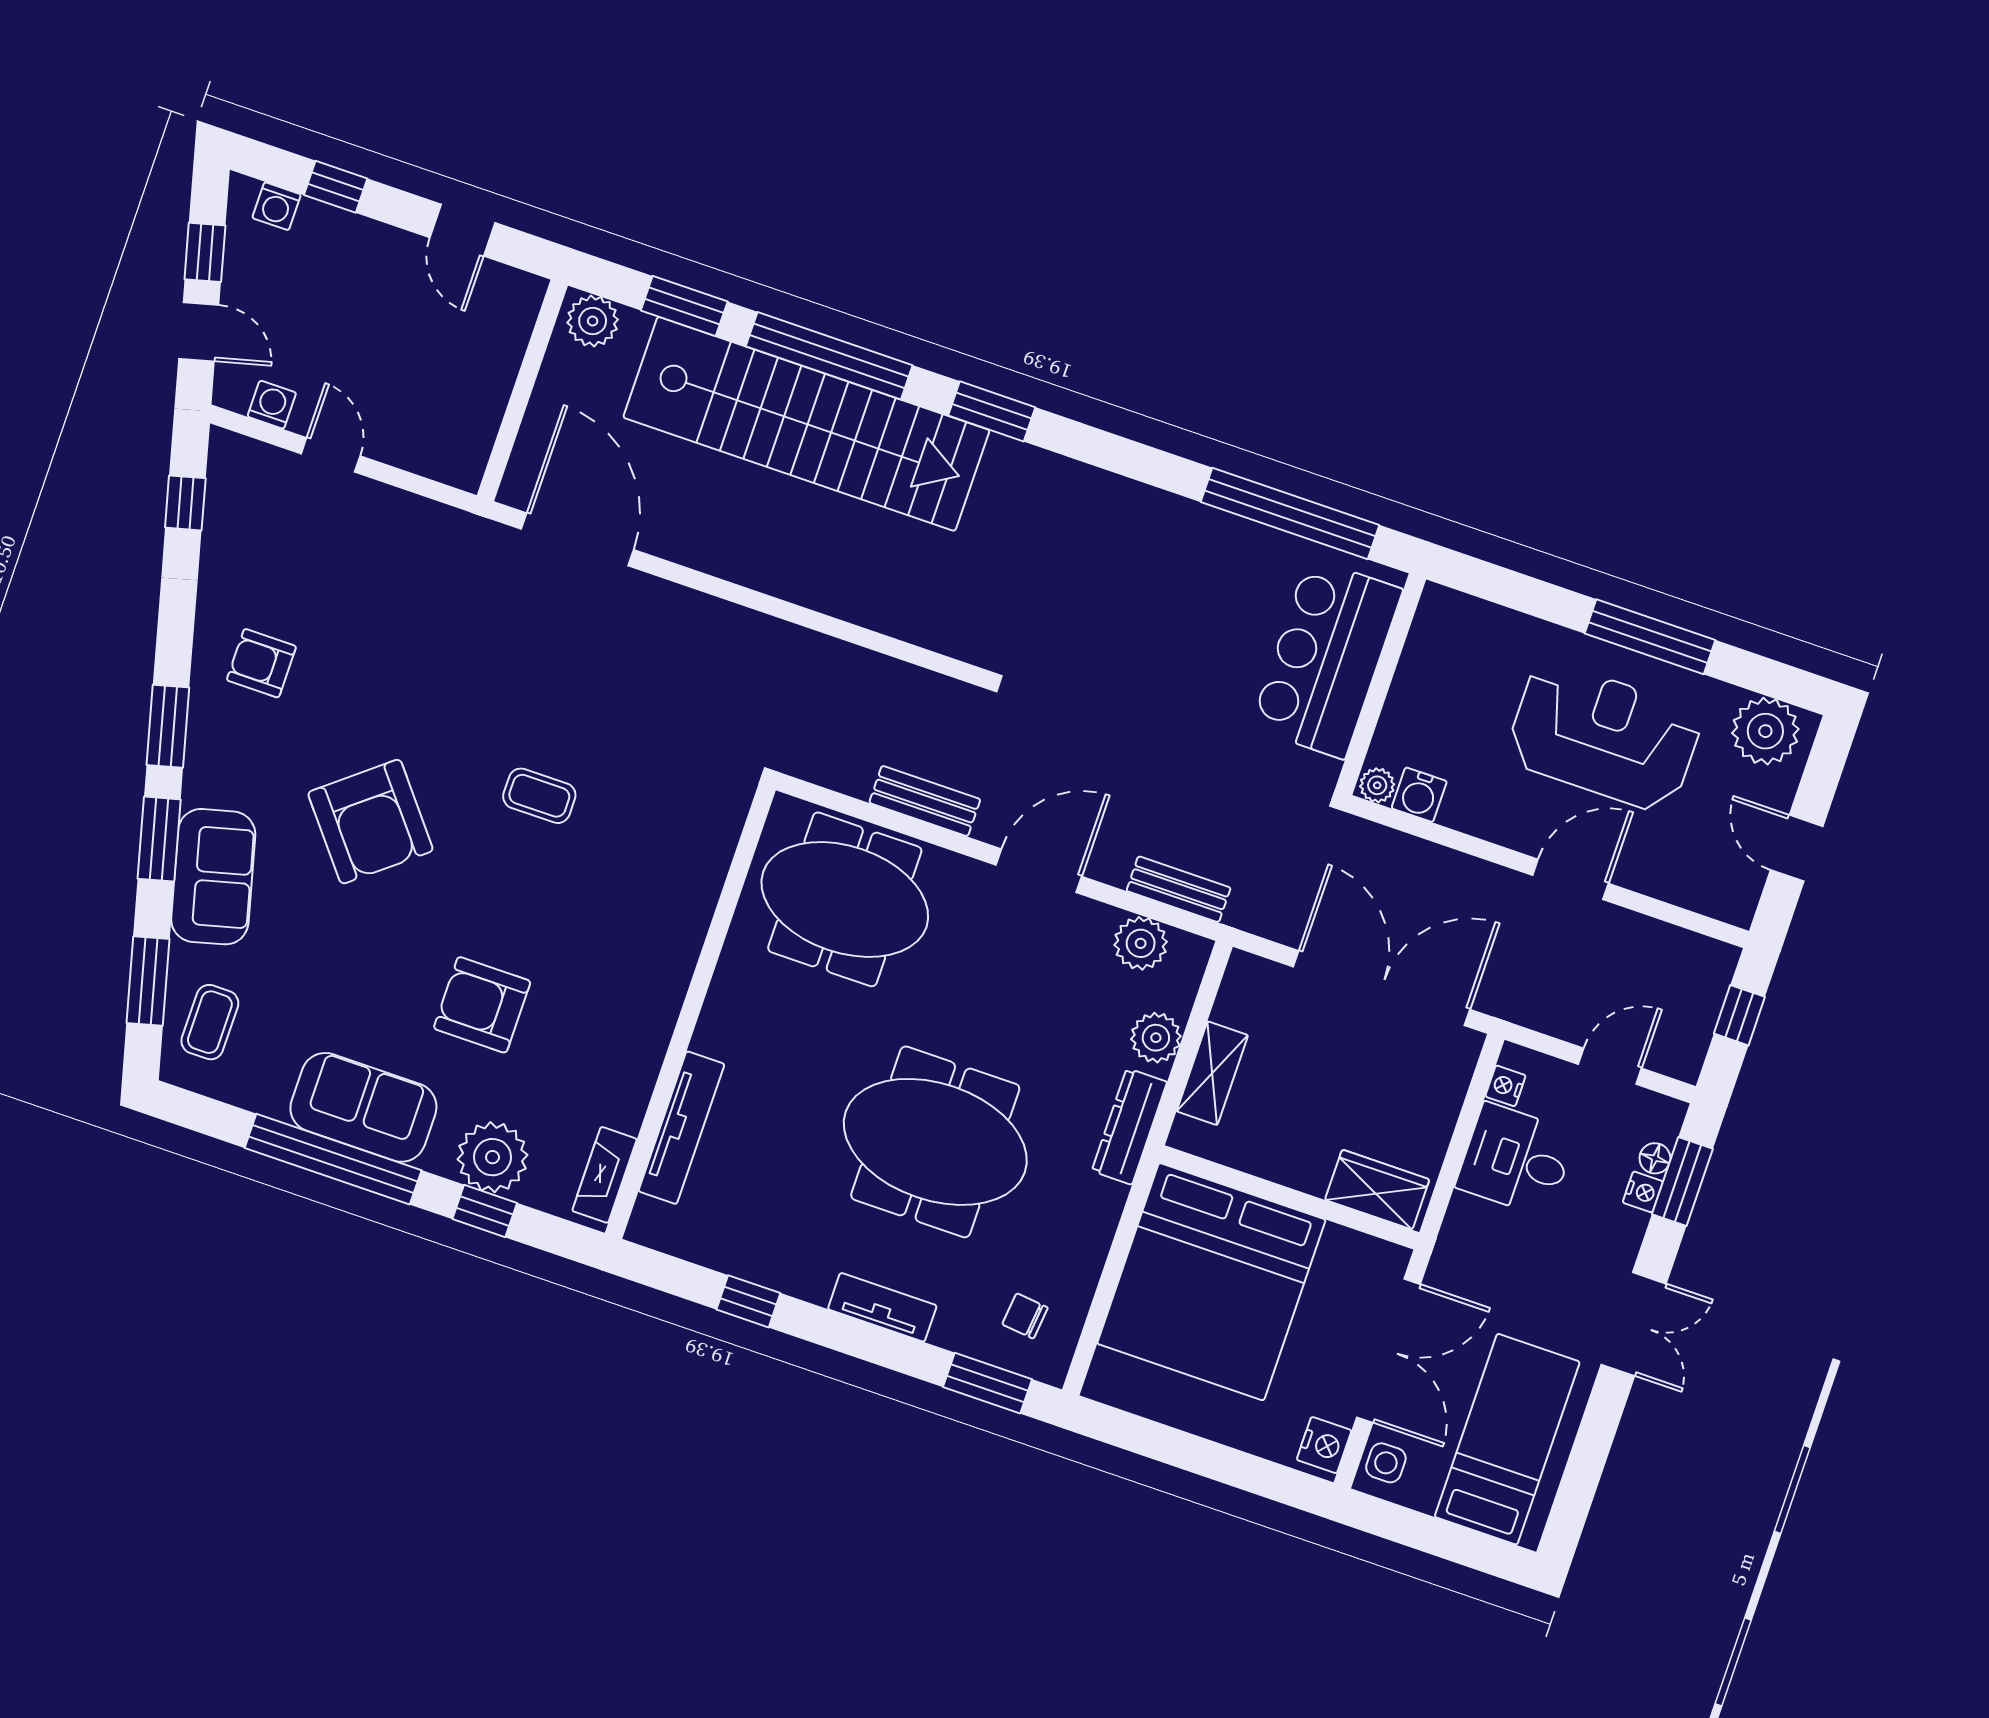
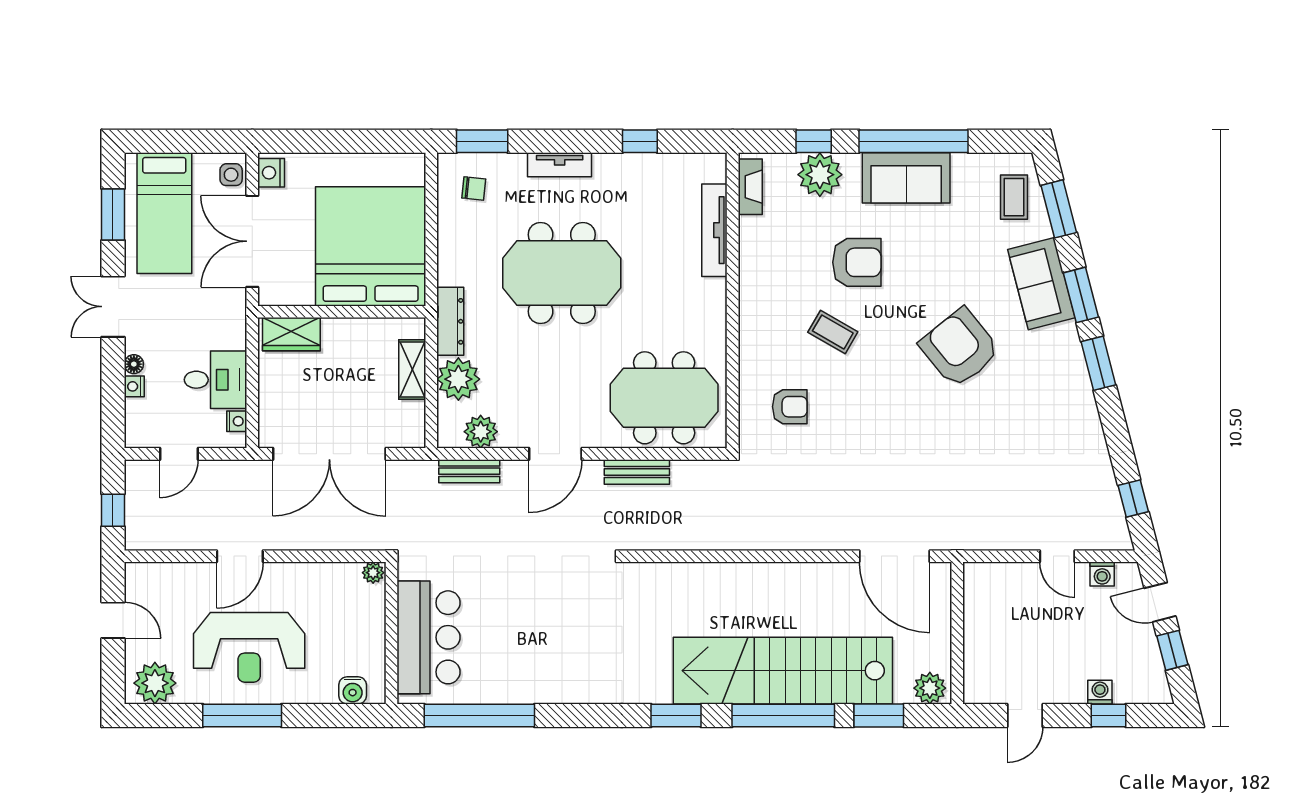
washing machine: (277, 206) -> (1100, 692), moved
door: (462, 230) -> (1025, 715), swing flipped
armchair: (261, 663) -> (790, 407), moved
water cooler: (1419, 795) -> (353, 690), moved, turned 180
coffee table: (539, 796) -> (833, 332), moved, turned 30
plant: (1156, 1038) -> (458, 379), width x1.36, depth x1.36
floor lamp: (1655, 1158) -> (134, 364), moved
window: (1682, 1181) -> (113, 215), moved

